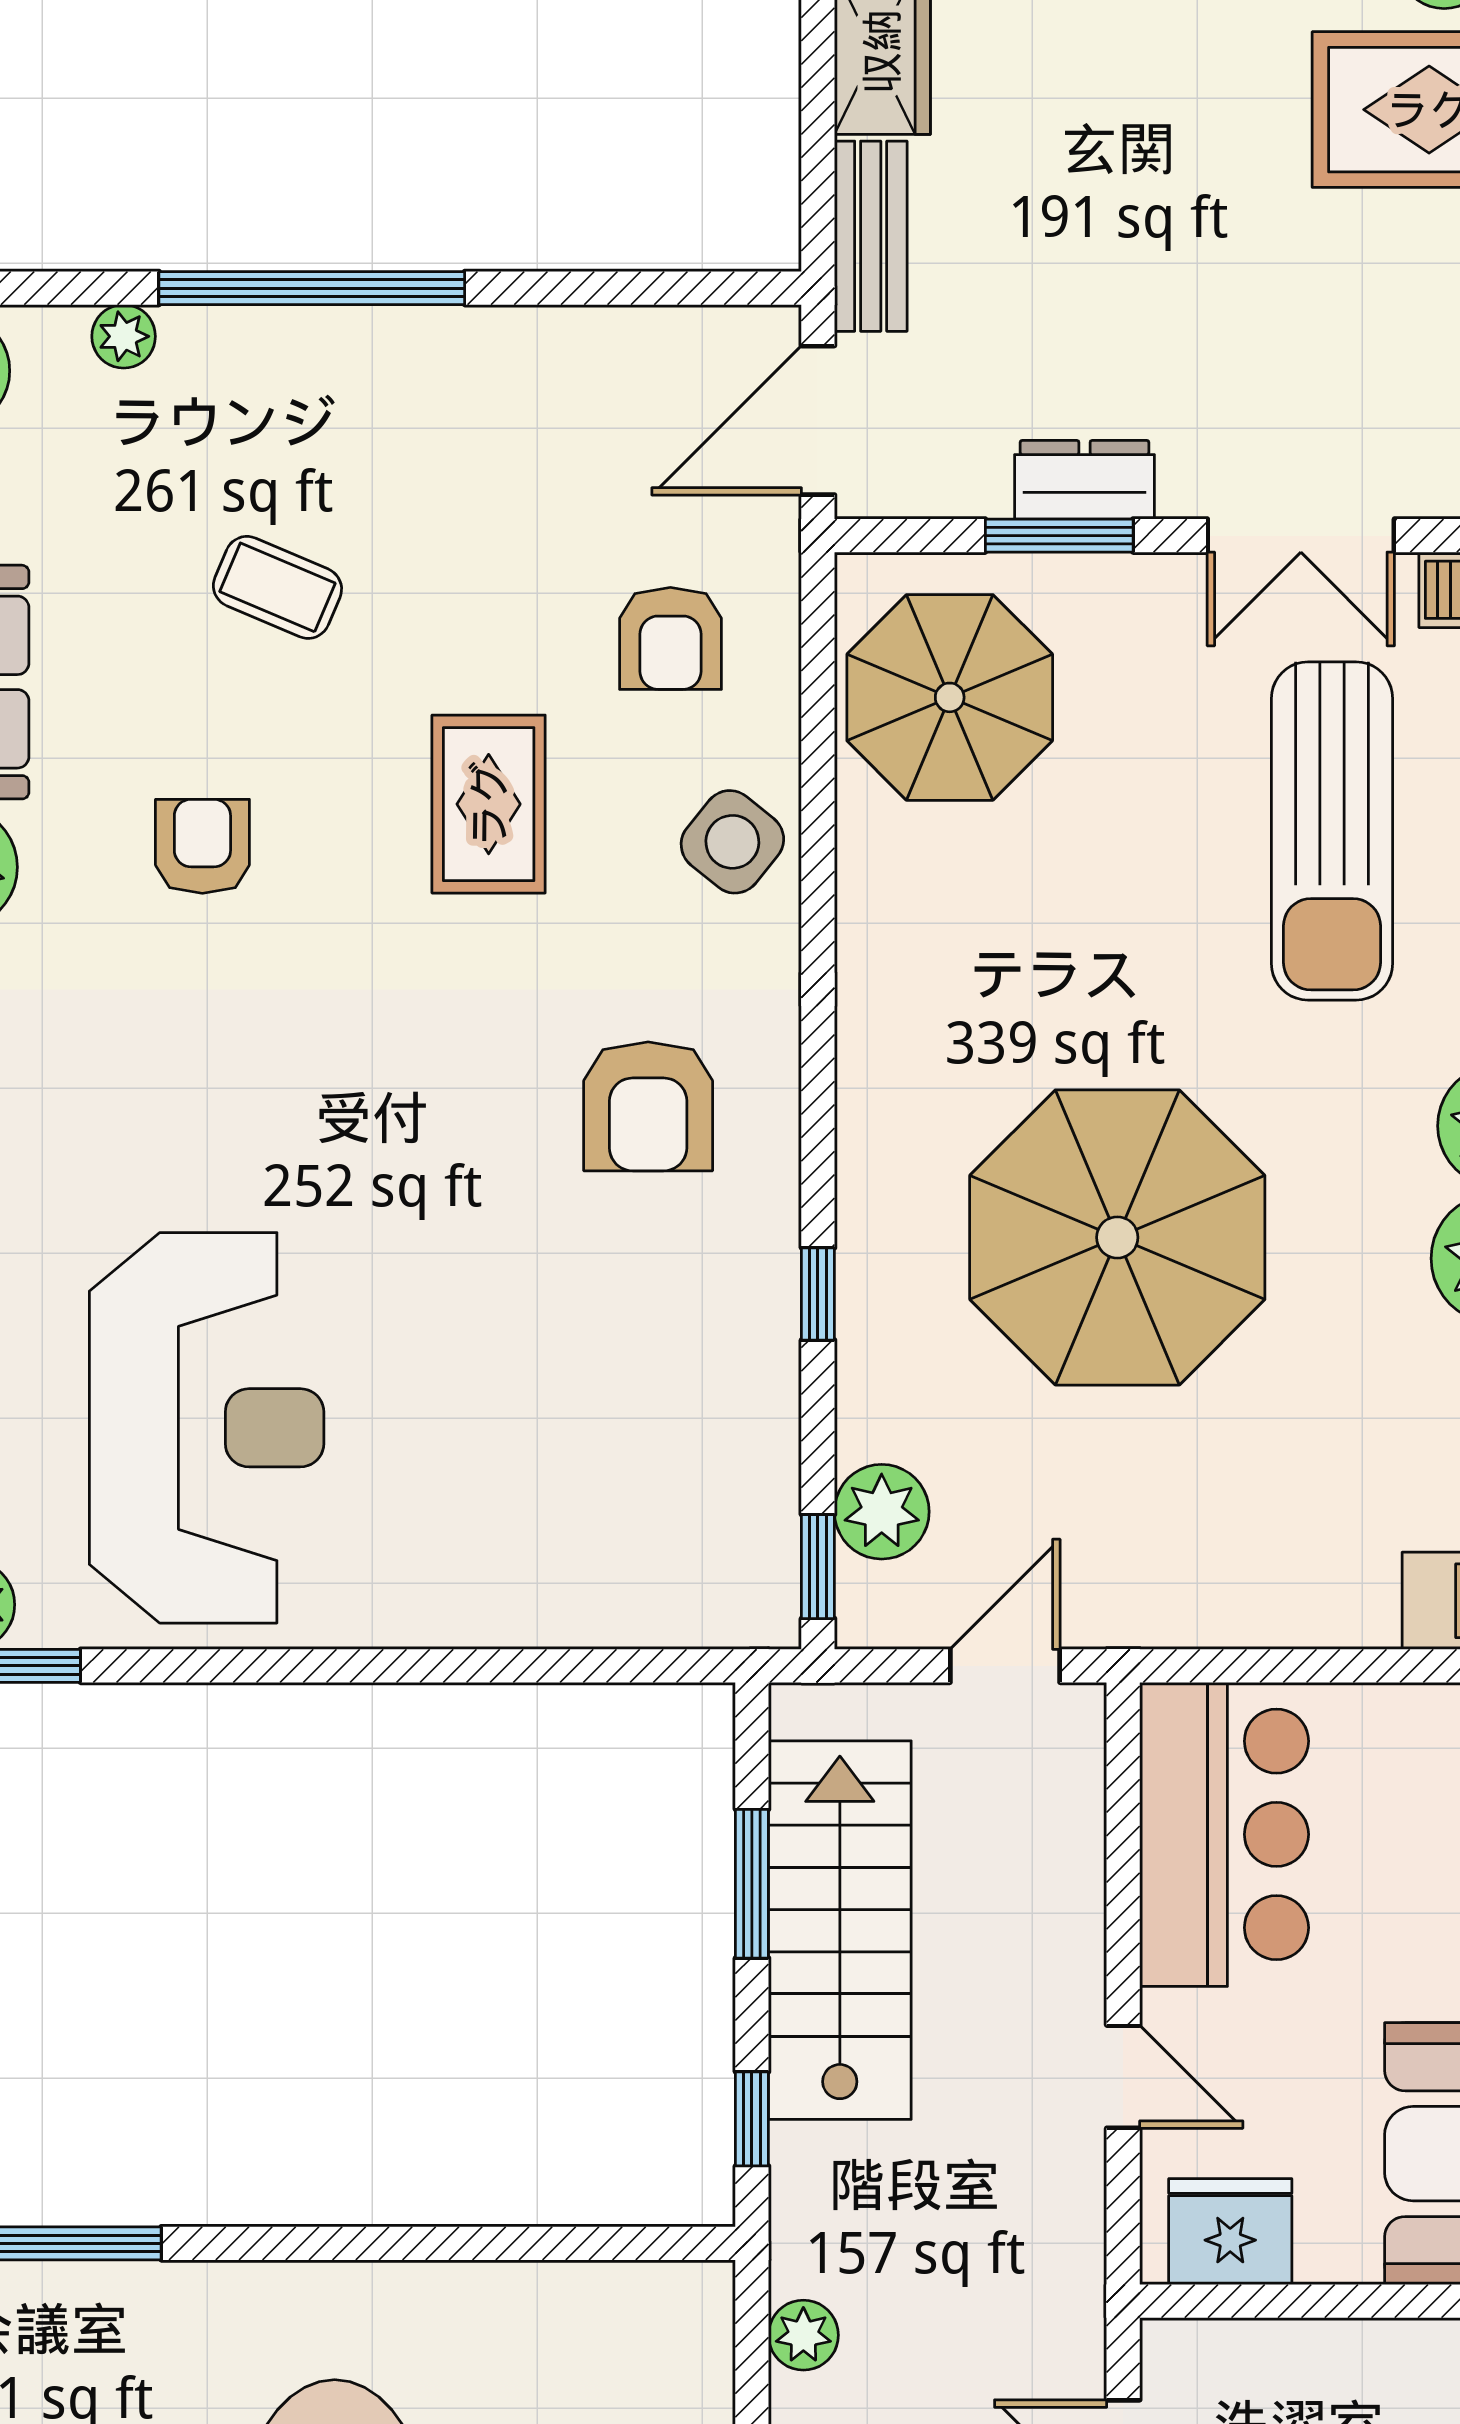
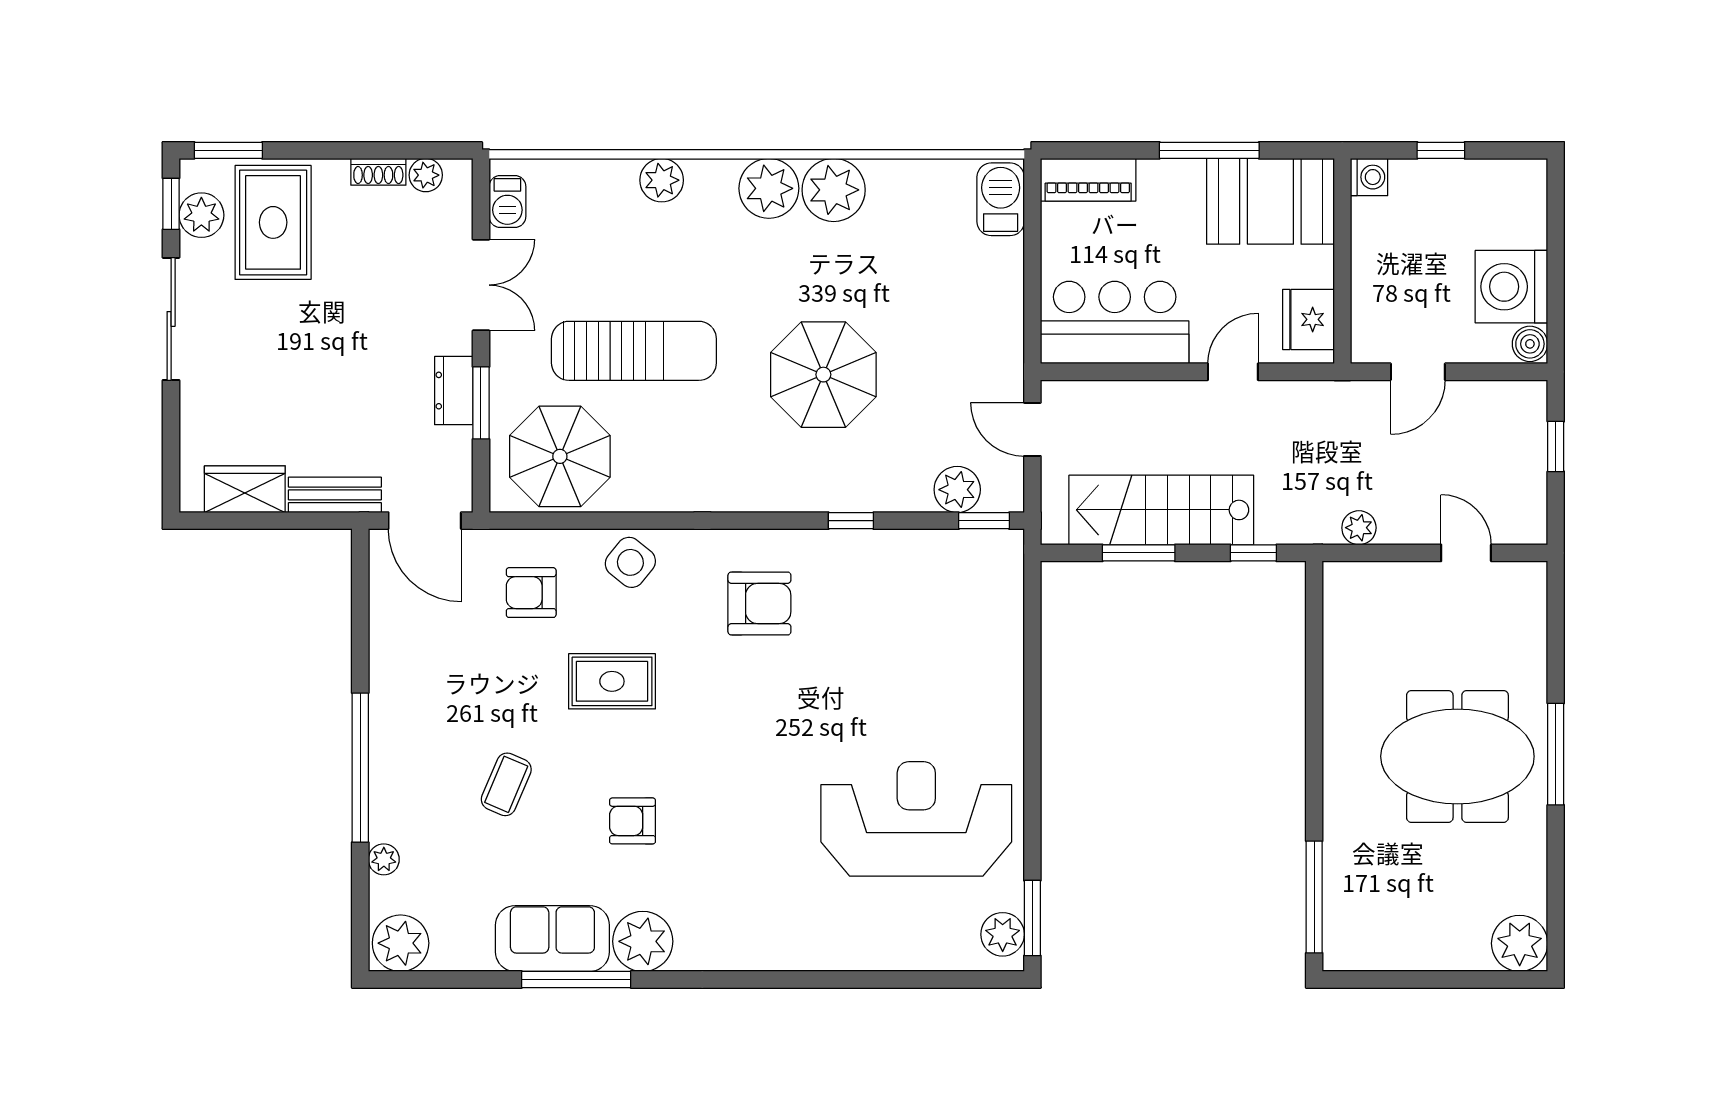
armchair: (670, 638) -> (531, 593), turned 180
sun lounger: (1332, 831) -> (634, 351), moved
parasol: (1117, 1237) -> (823, 375), width x0.73, depth x0.73

